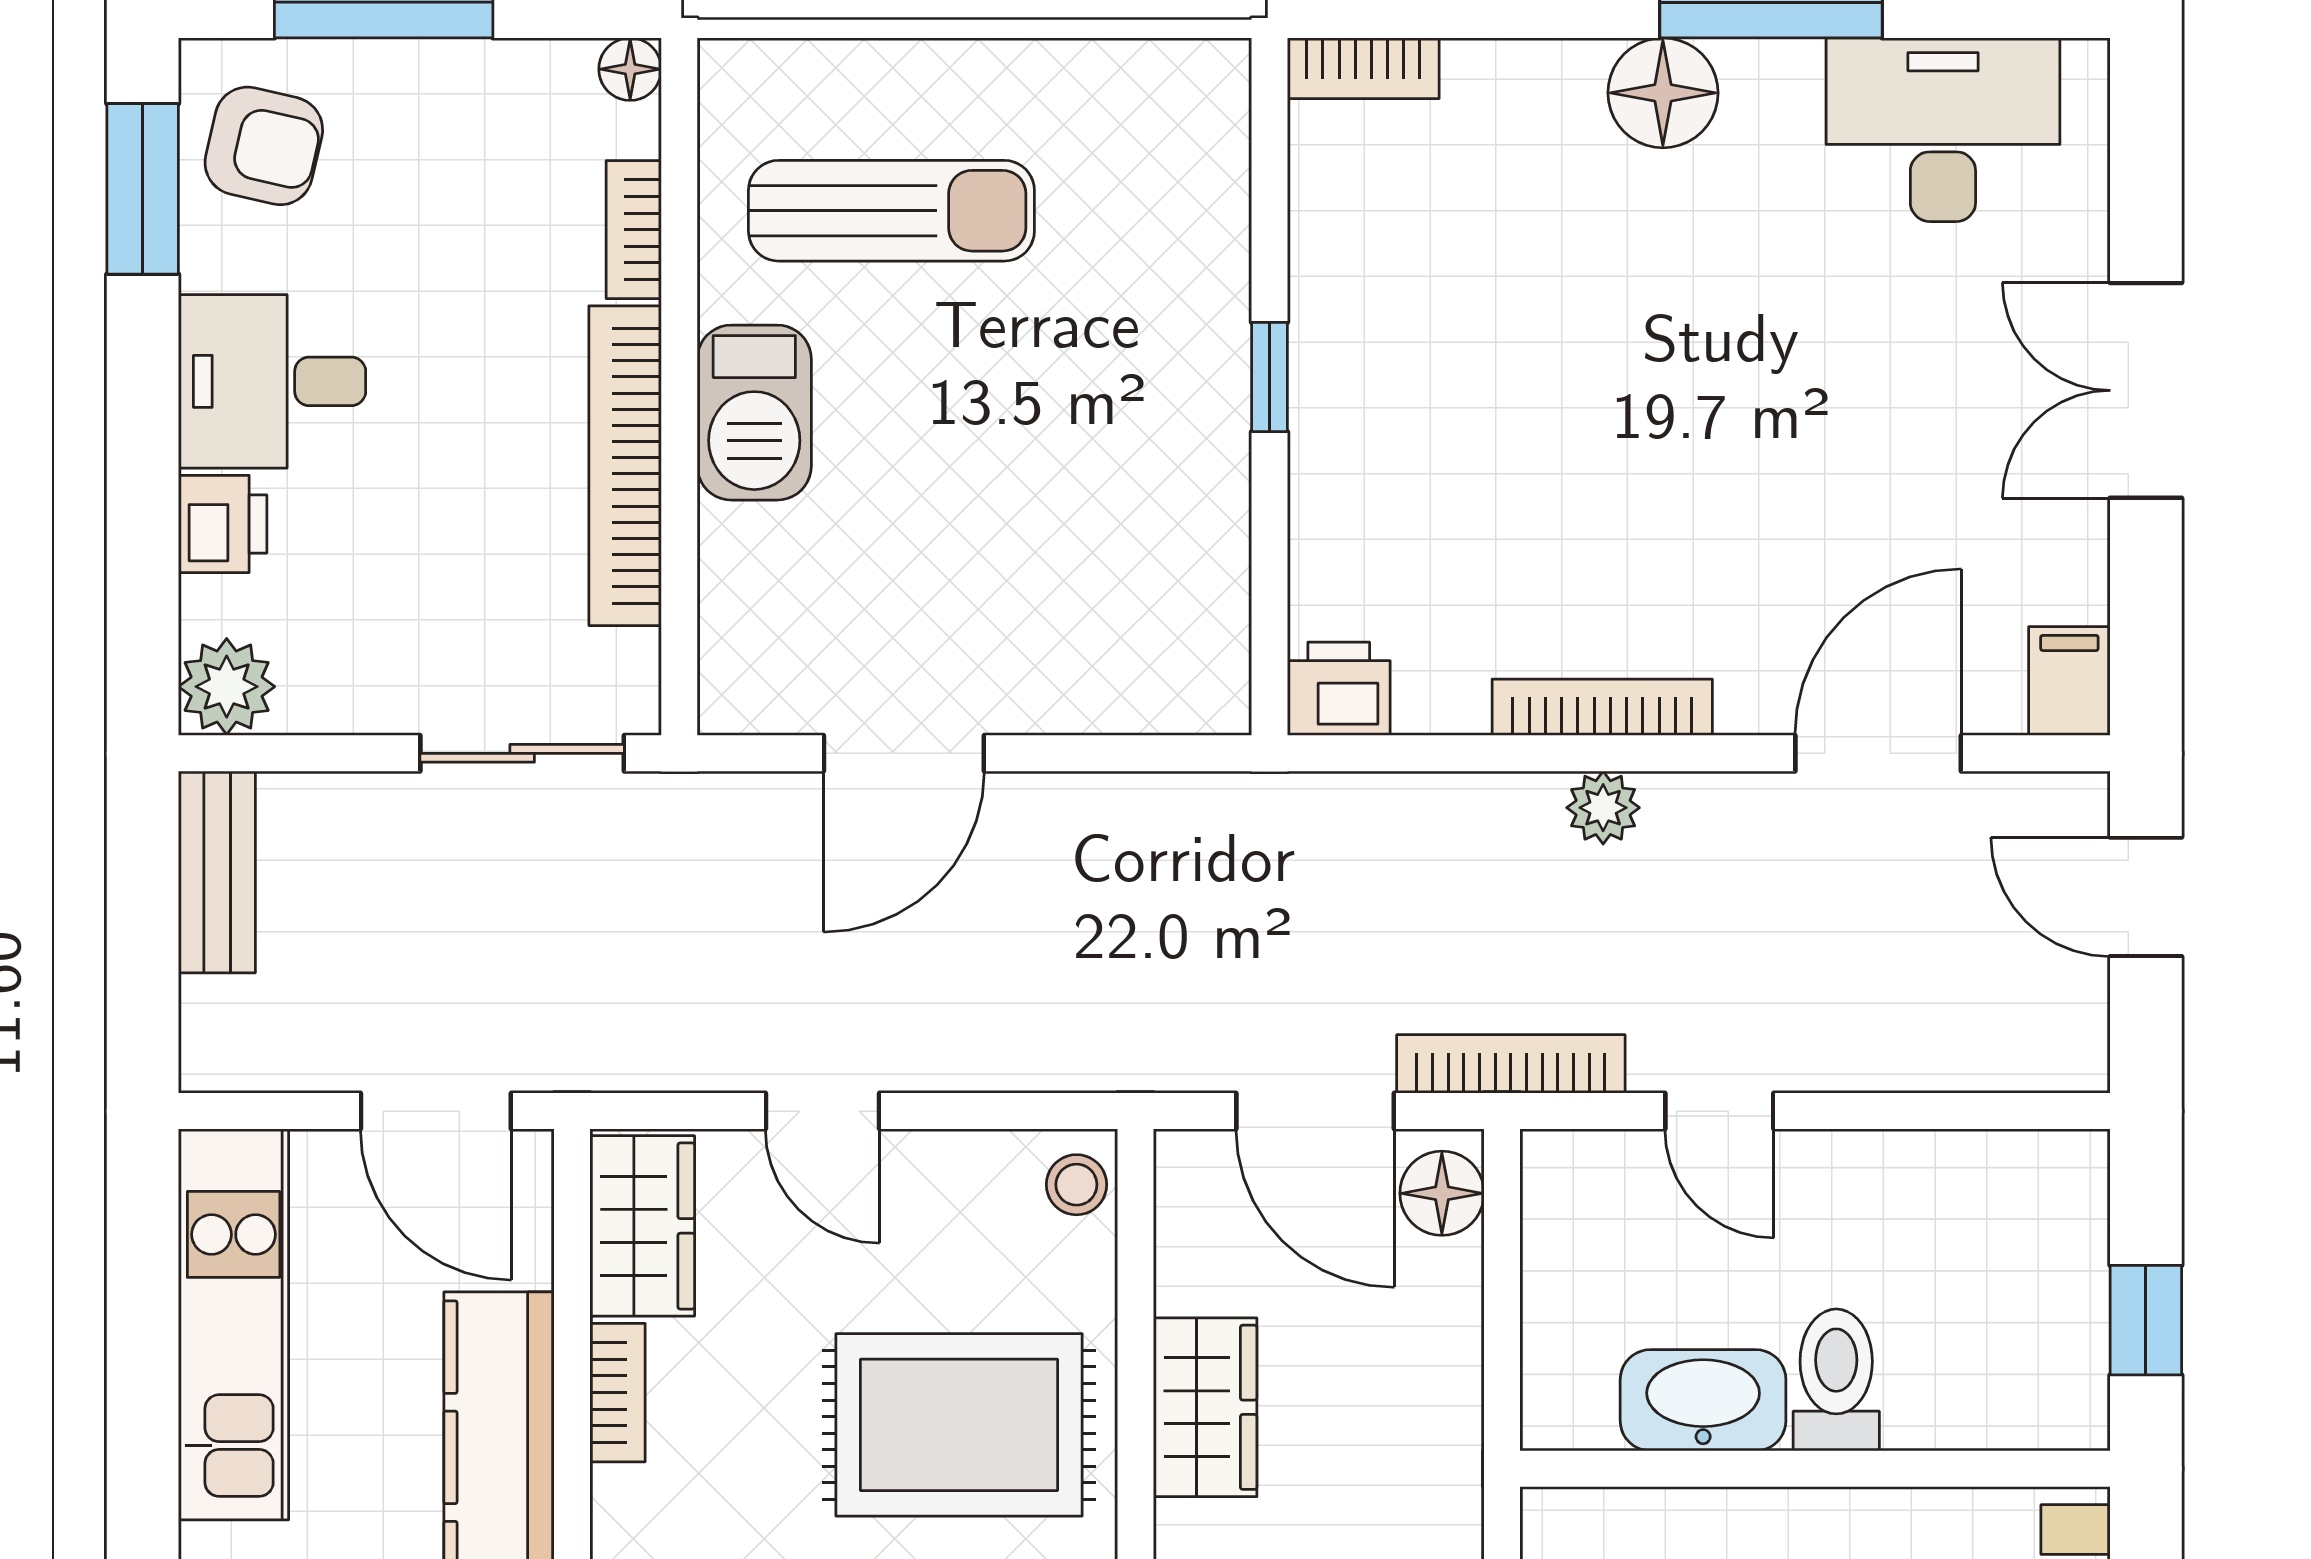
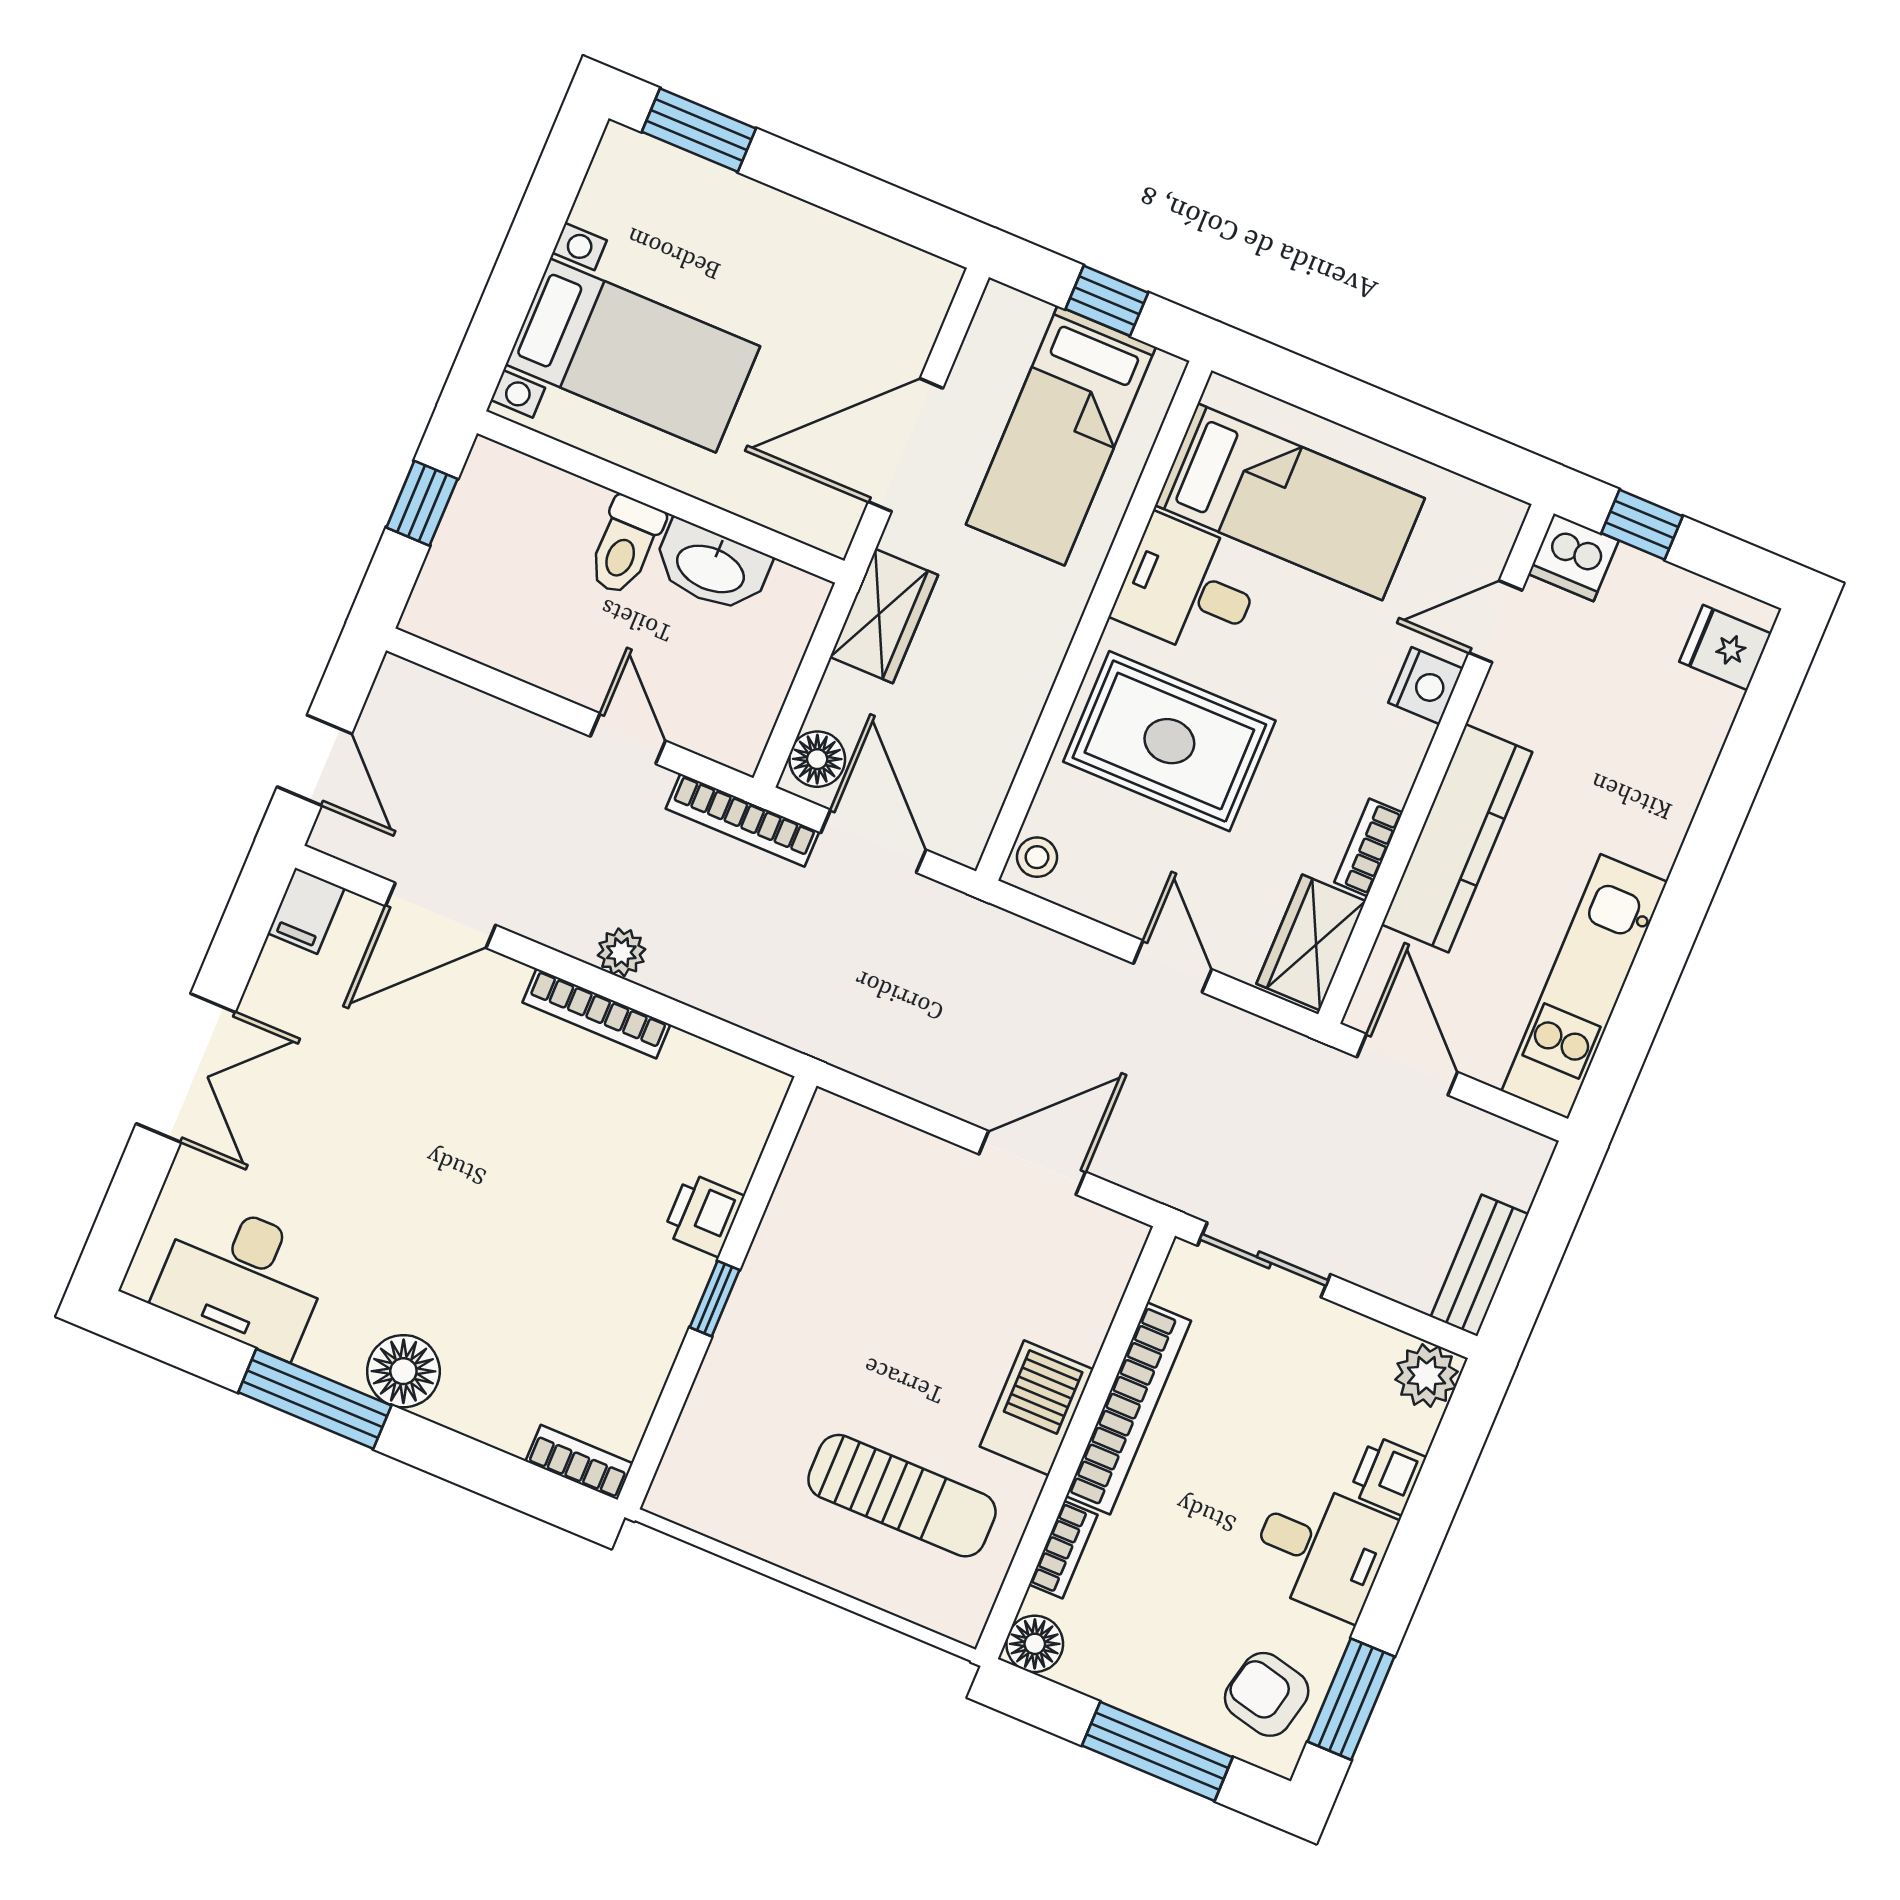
floor lamp: (630, 69) -> (1035, 1644), width x1.37, depth x1.37
sun lounger: (891, 211) -> (902, 1496), turned 180
printer: (1339, 689) -> (704, 1215), moved, turned 90
wardrobe: (1205, 1407) -> (884, 616), moved, turned 180

